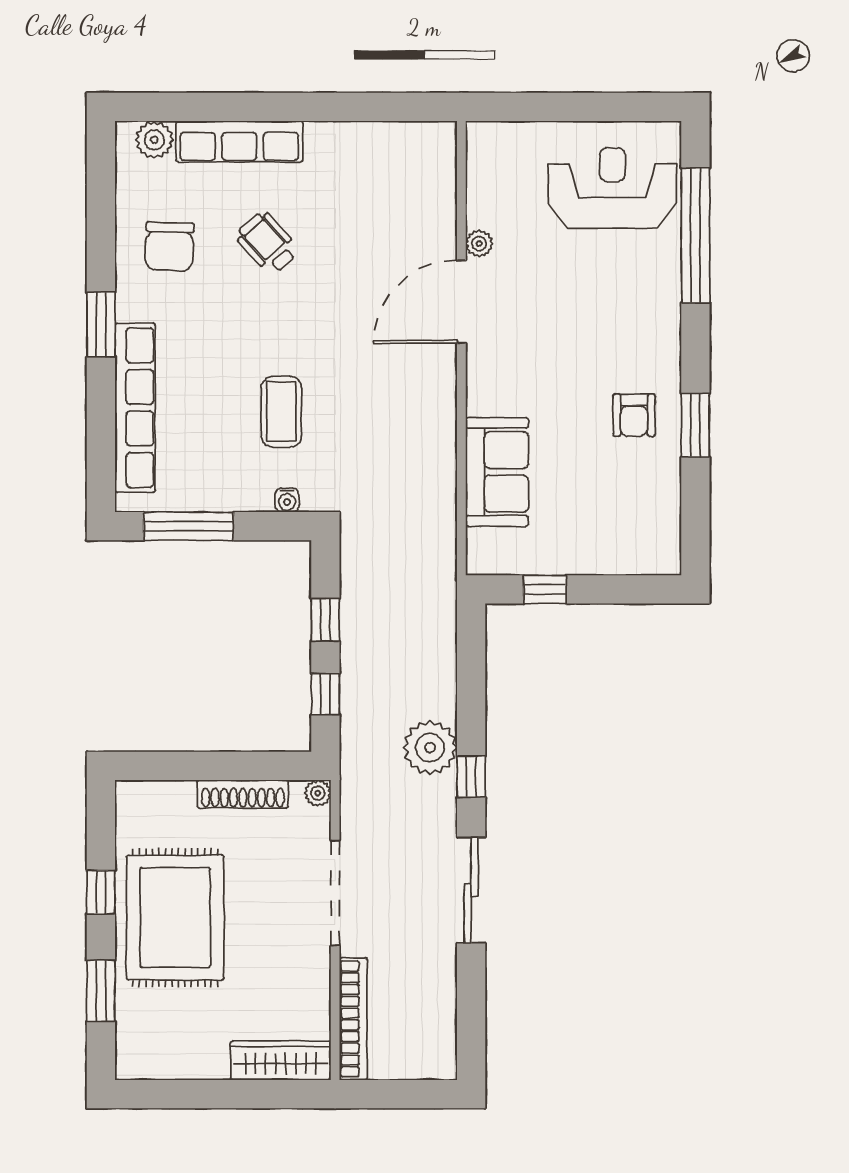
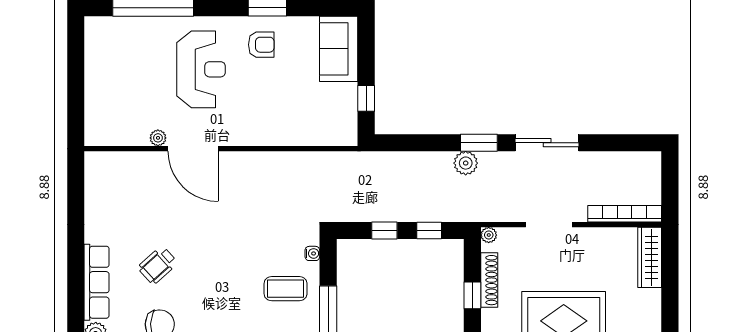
reception desk: (612, 188) -> (201, 69), moved, turned 180
coffee table: (281, 412) -> (286, 289), moved
sofa: (497, 472) -> (339, 49), moved, turned -90
plant: (430, 748) -> (466, 163), width x0.73, depth x0.73
window: (217, 766) -> (472, 295), added
window: (471, 777) -> (479, 143), width x1.50
doorway: (335, 893) -> (549, 225), width x0.73

